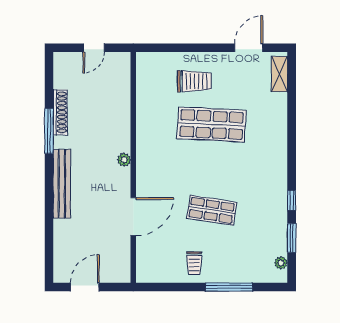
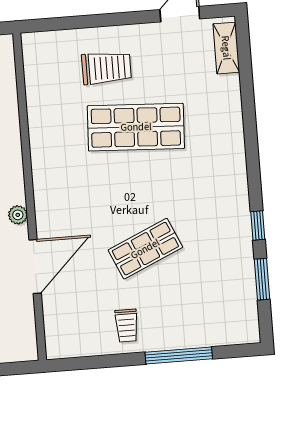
plant: (124, 160) -> (18, 215), moved
shop shelf: (212, 210) -> (145, 249), turned -33
plant: (281, 263) -> (250, 315), removed

